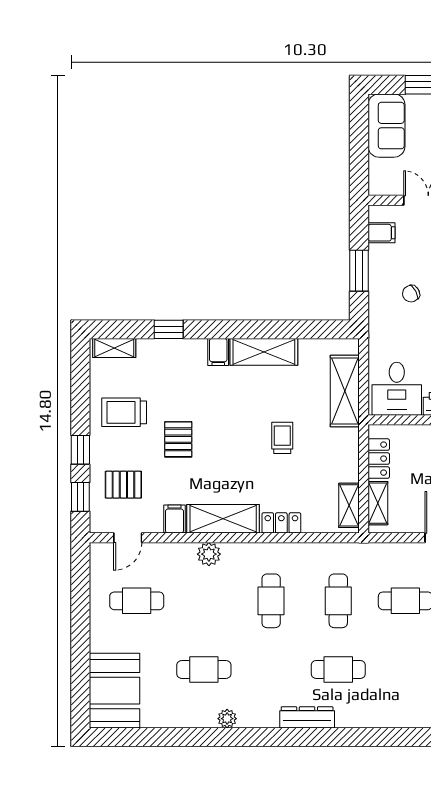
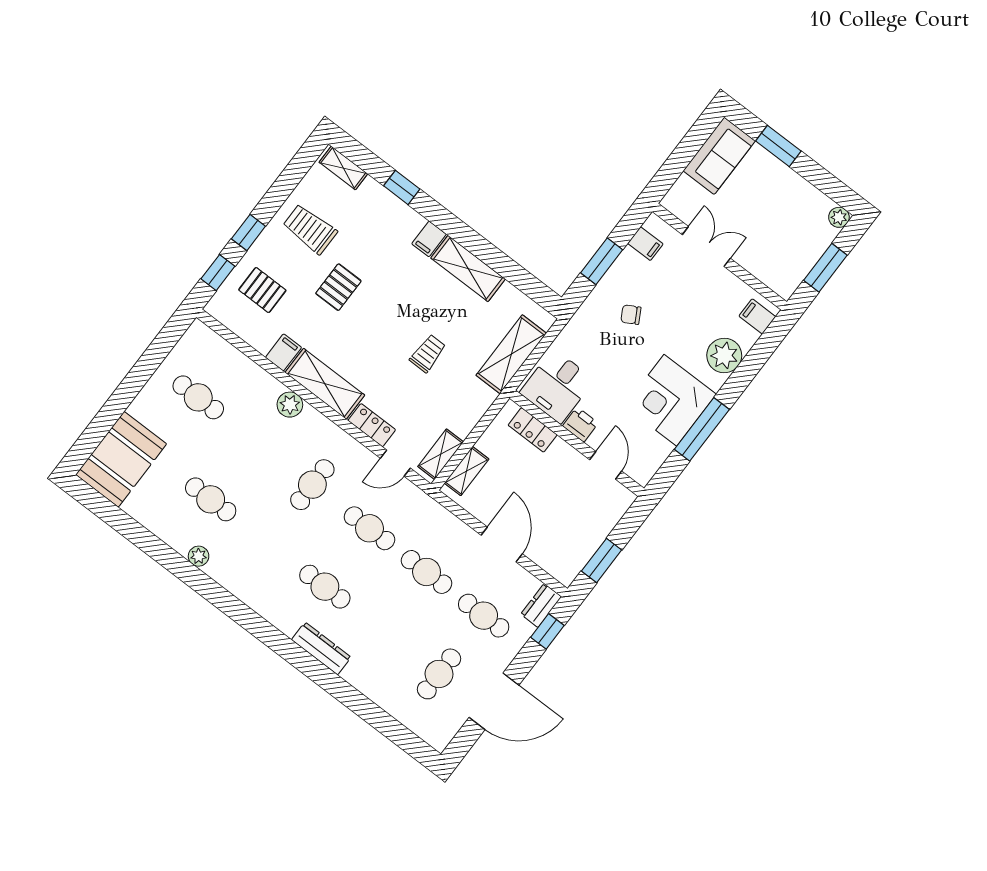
locker: (379, 459) -> (533, 430), moved, turned 90
door: (128, 538) -> (395, 463), moved
cafe table: (338, 601) -> (369, 528), turned 90
dresser: (307, 717) -> (321, 648), moved

